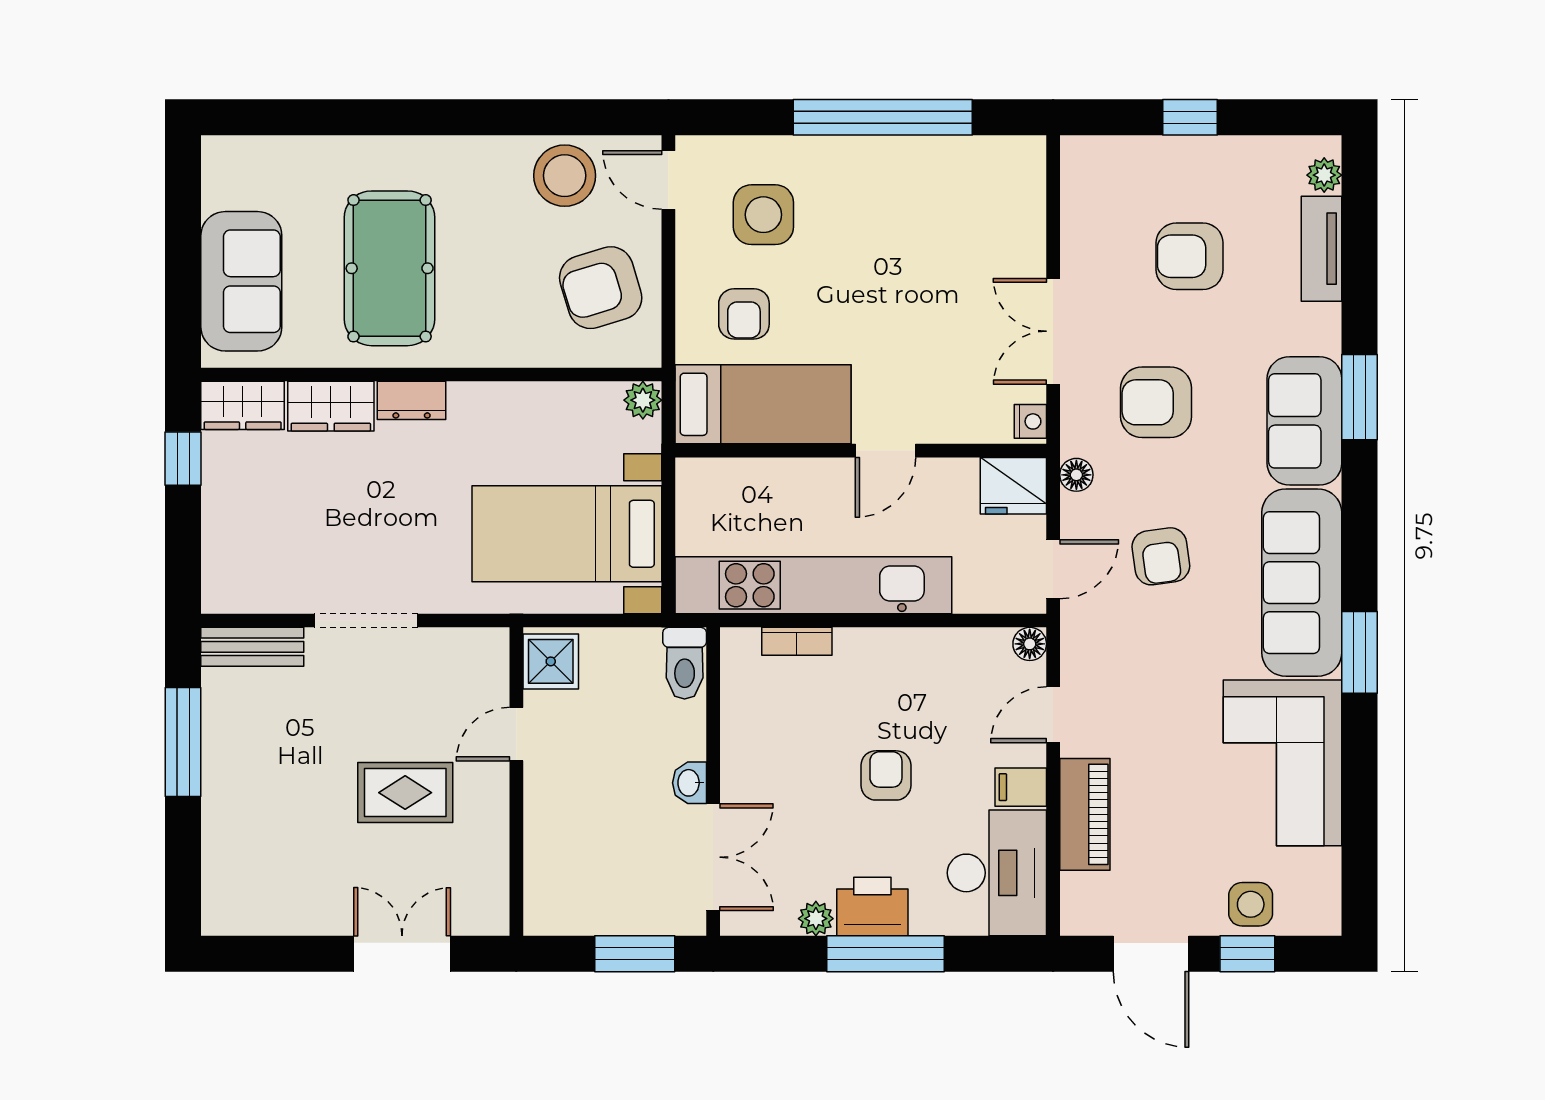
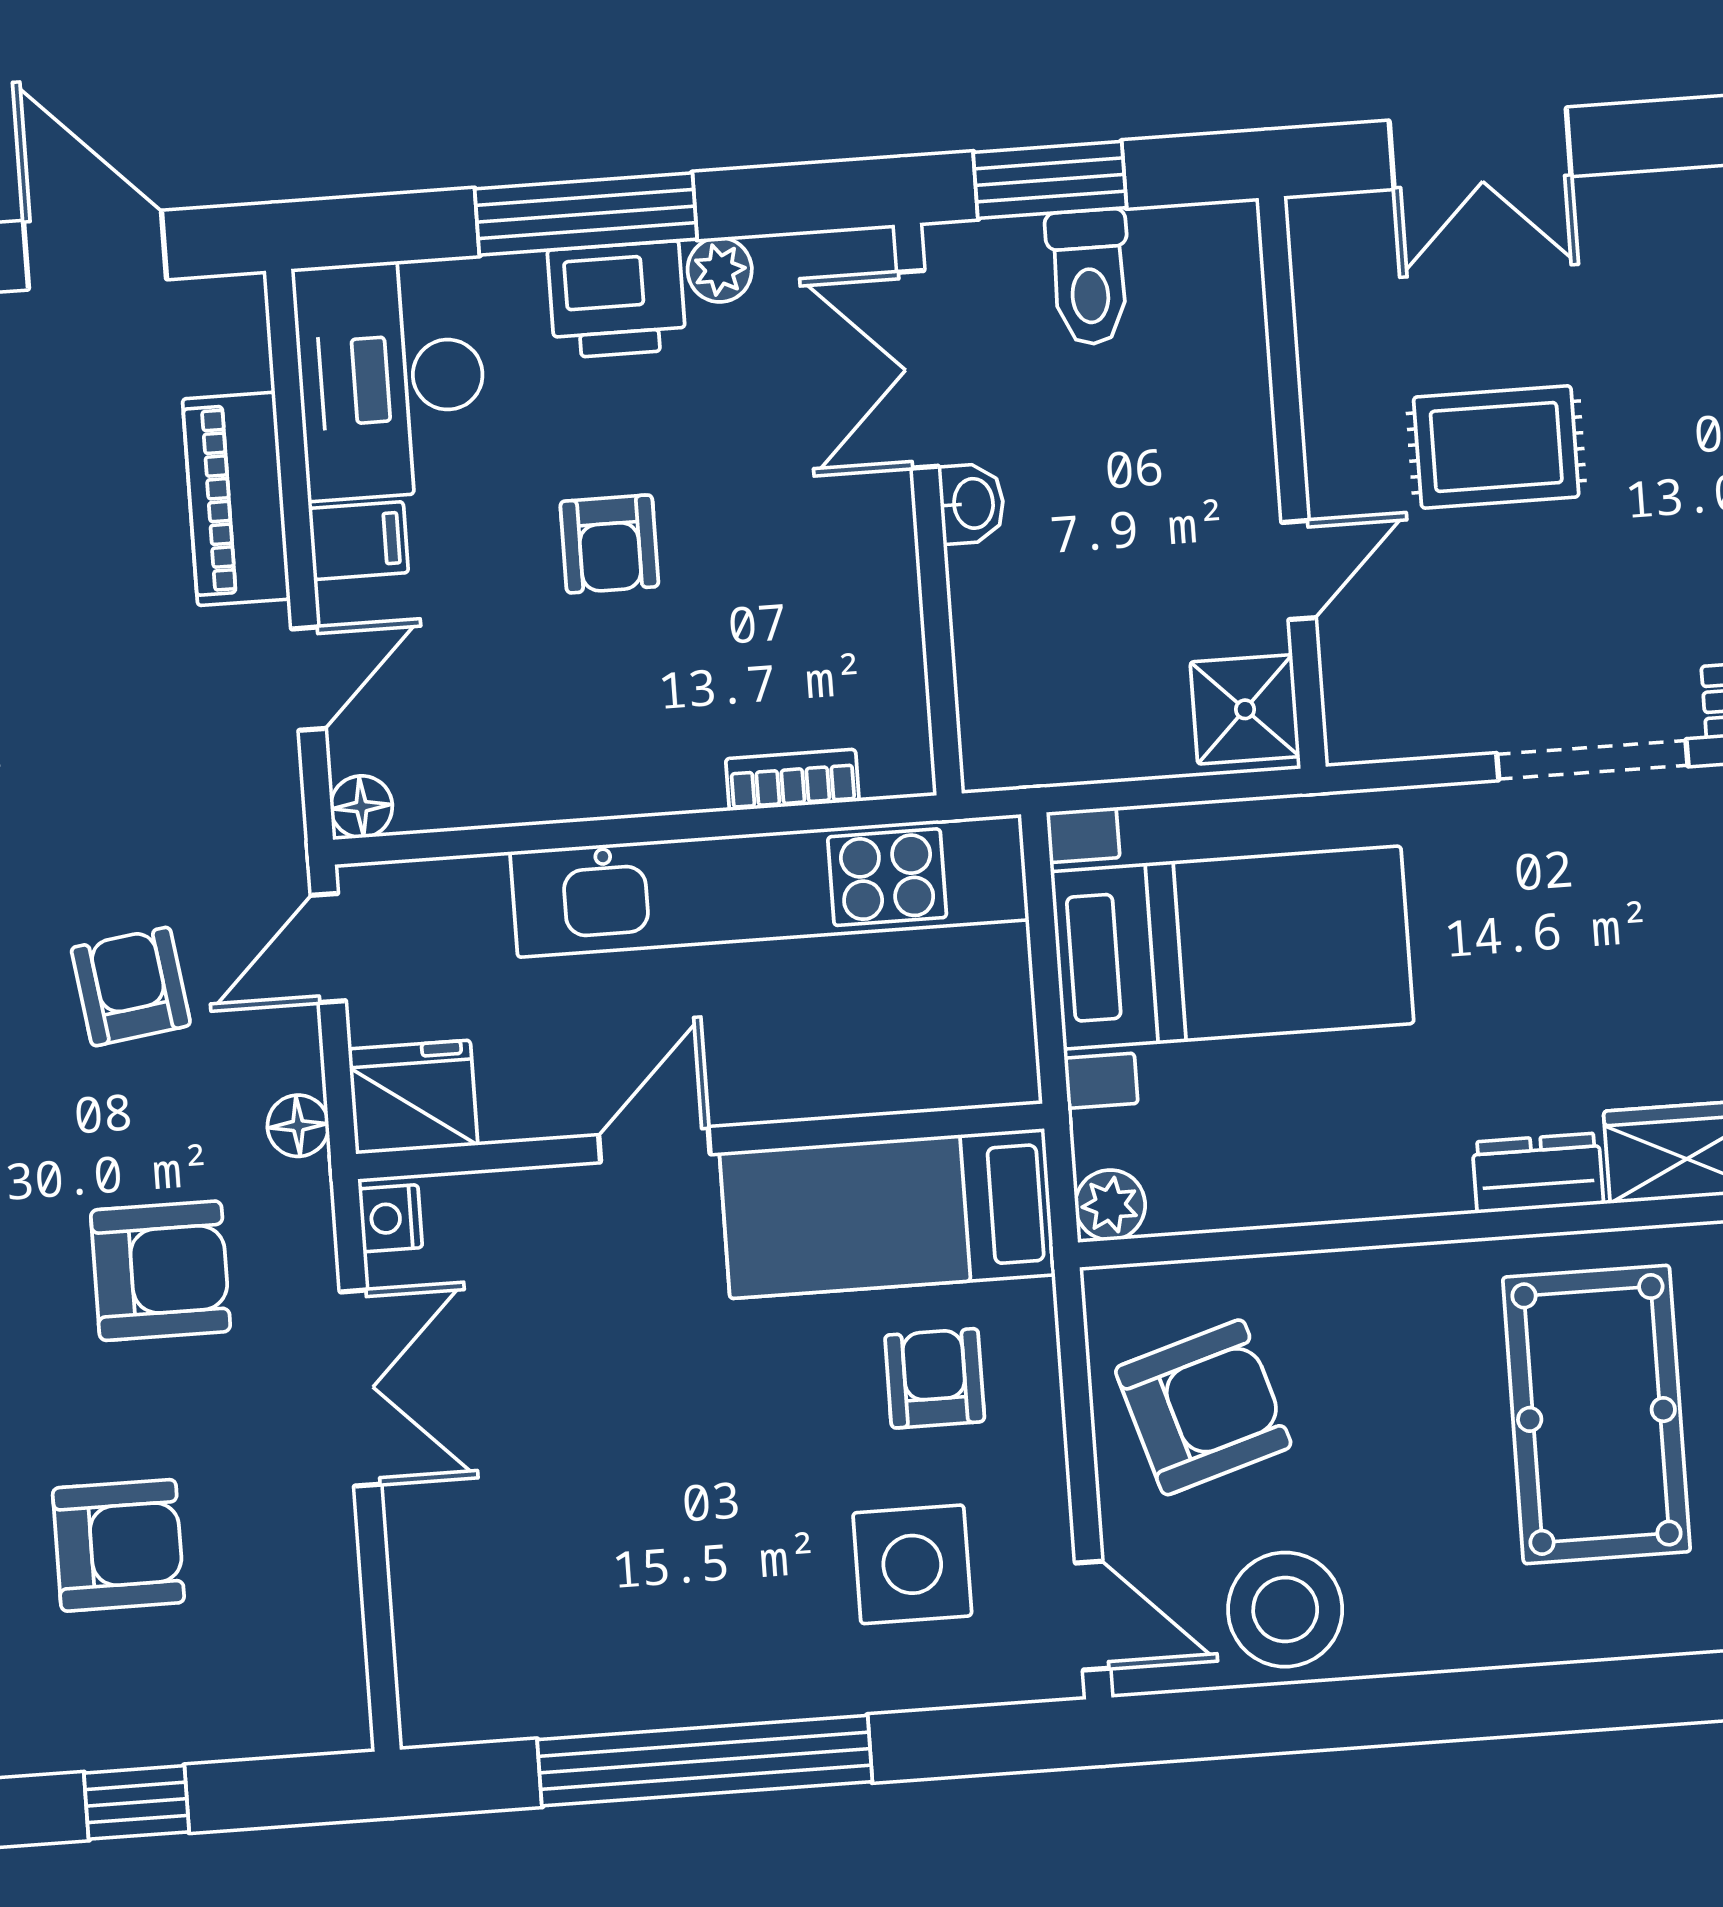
toilet: (685, 663) -> (1089, 277), moved, turned 180

